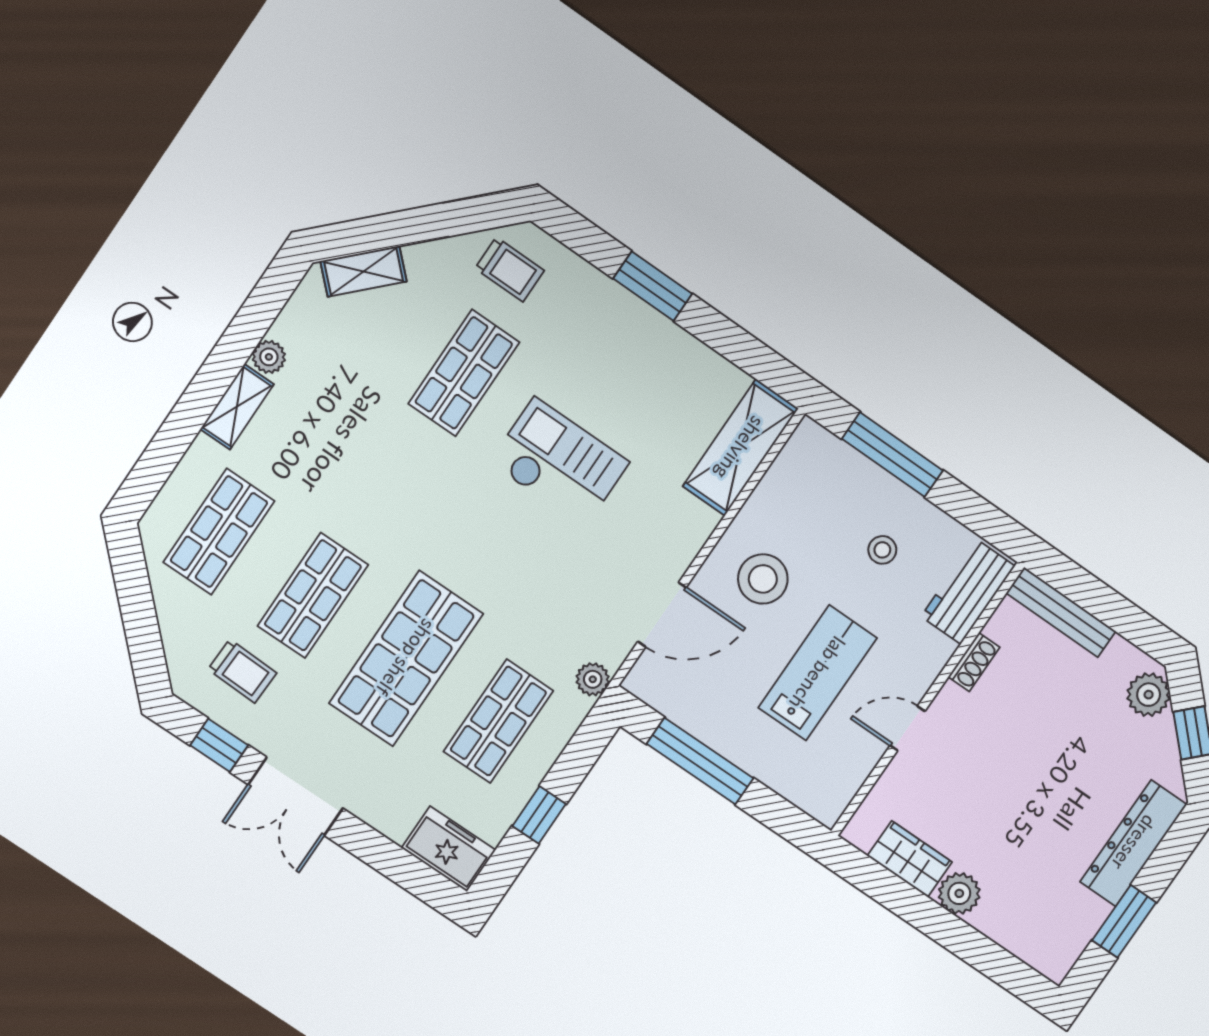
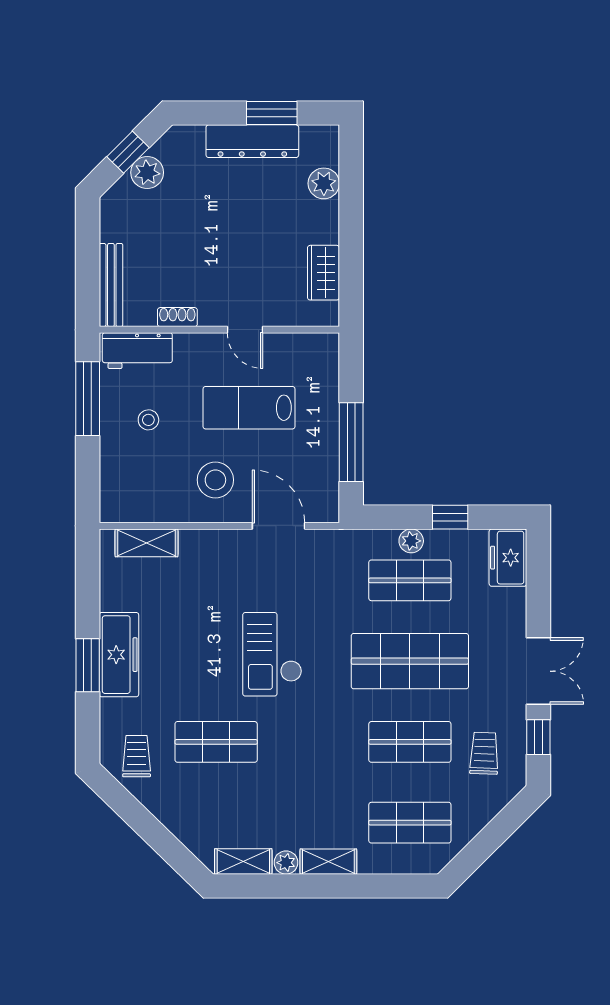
shelving: (364, 271) -> (243, 861), moved, turned -44
freezer: (640, 331) -> (119, 655), added
shelving: (740, 448) -> (146, 543), width x0.67, depth x0.75
window: (892, 455) -> (88, 399), moved
checkout: (559, 463) -> (272, 654), moved
plant: (593, 679) -> (411, 541), moved
plant: (1149, 695) -> (147, 172), moved
dresser: (1134, 843) -> (252, 141), moved
plant: (959, 893) -> (324, 183), moved

